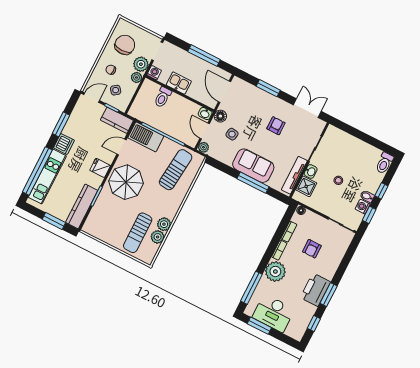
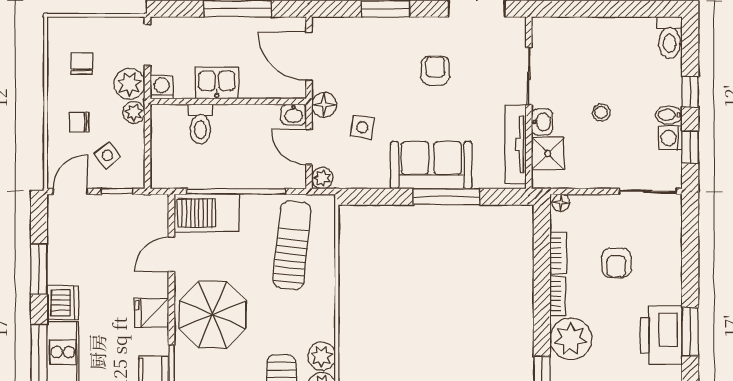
chair: (125, 45) -> (82, 63), width x0.54, depth x0.54
kitchen counter: (117, 120) -> (138, 209), removed

